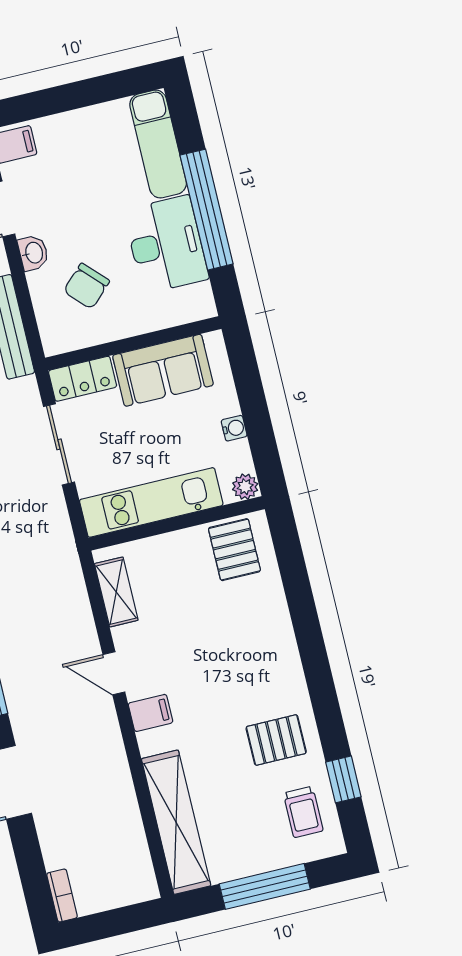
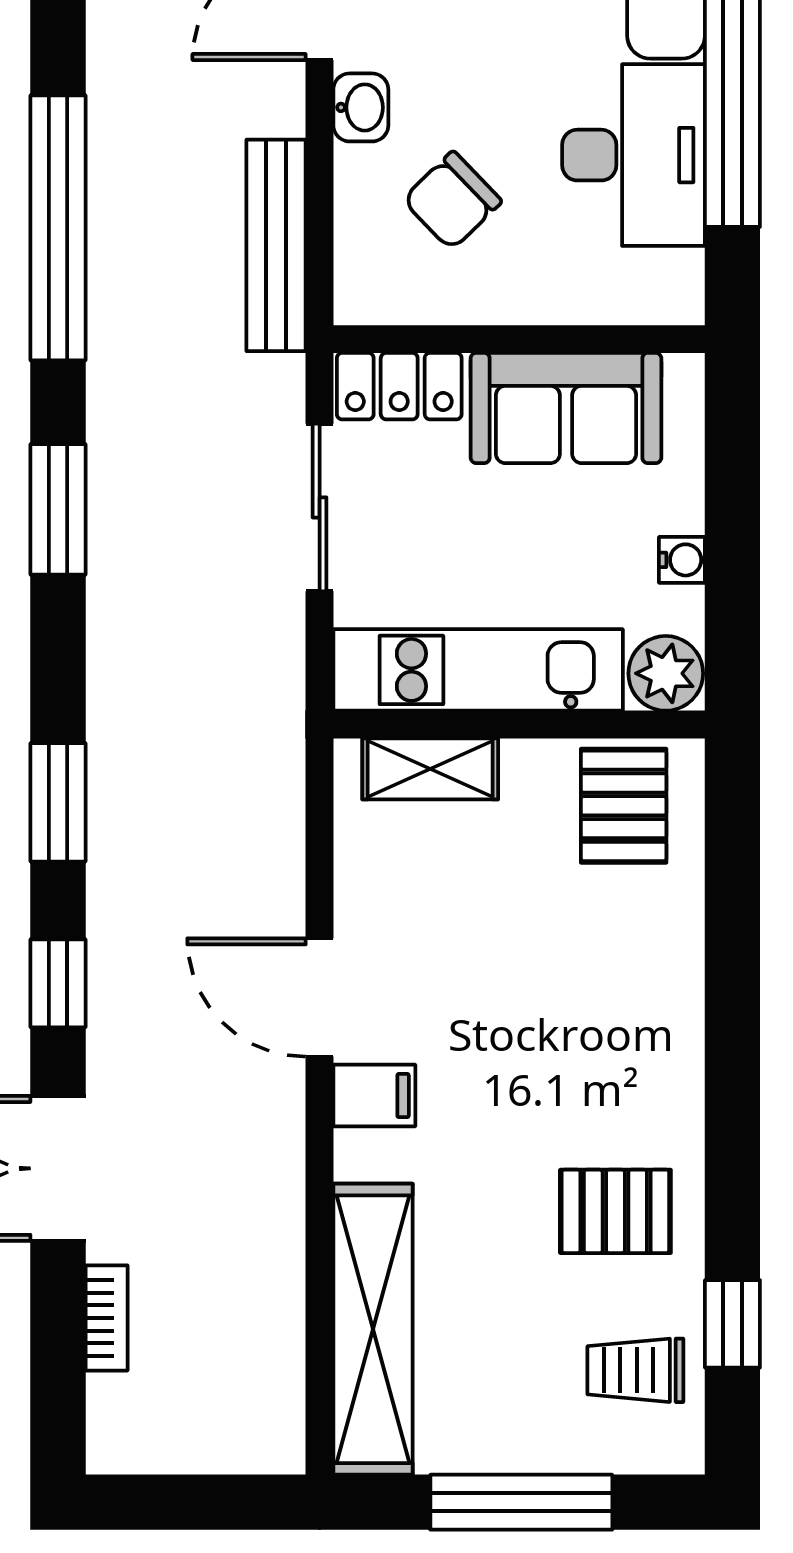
plant: (245, 487) -> (666, 673), width x1.38, depth x1.38
shelving: (116, 592) -> (430, 769), moved, turned 90
door: (114, 673) -> (320, 997), width x1.38
trolley: (303, 812) -> (635, 1370), turned 90
bookcase: (62, 895) -> (107, 1318), moved

